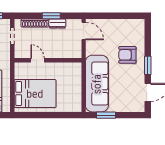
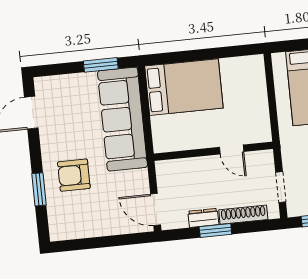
armchair: (127, 55) -> (74, 175), turned 180
window: (148, 65) -> (39, 189), moved
bed: (35, 94) -> (184, 87), moved, turned 180

